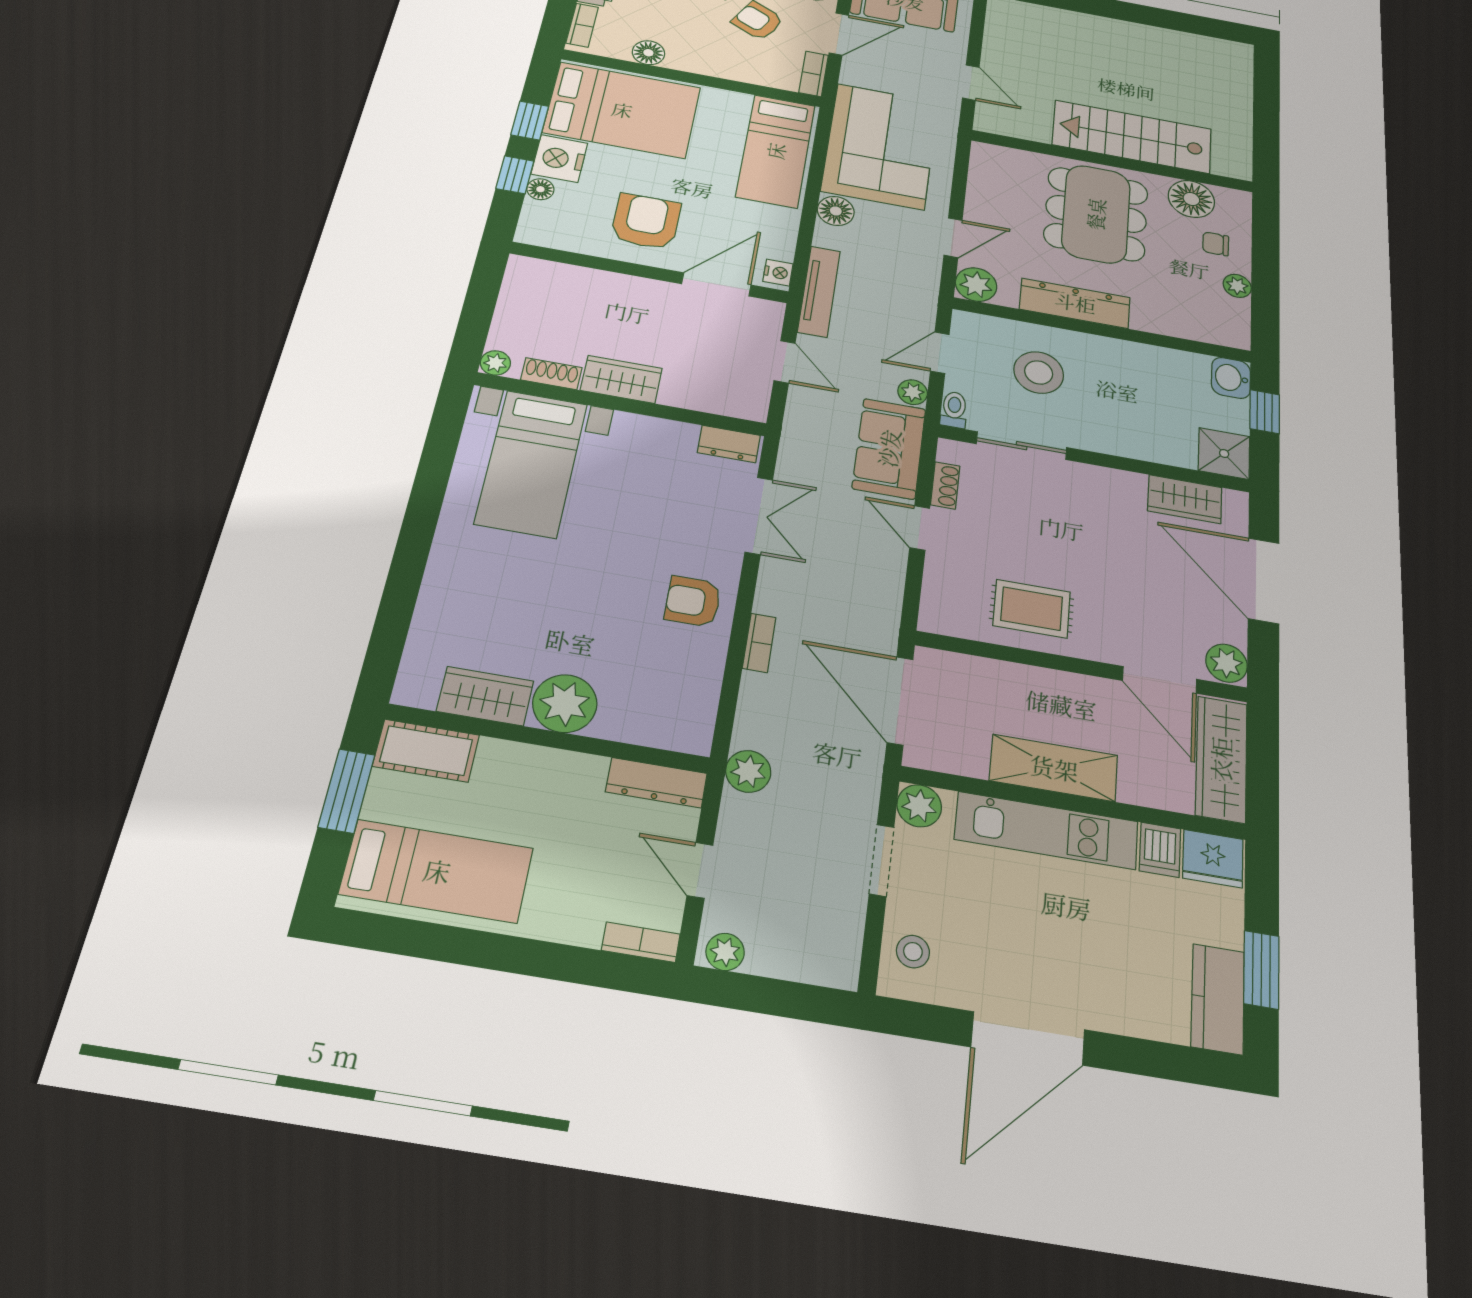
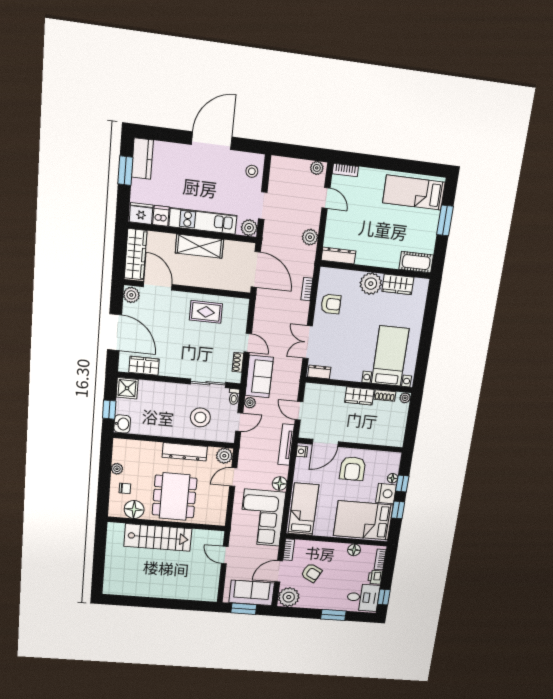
wardrobe: (485, 696) -> (398, 284), moved
plant: (565, 704) -> (371, 284), moved
wall: (548, 739) -> (376, 270), moved
cot: (426, 751) -> (416, 262), moved
dresser: (656, 783) -> (338, 256), moved

